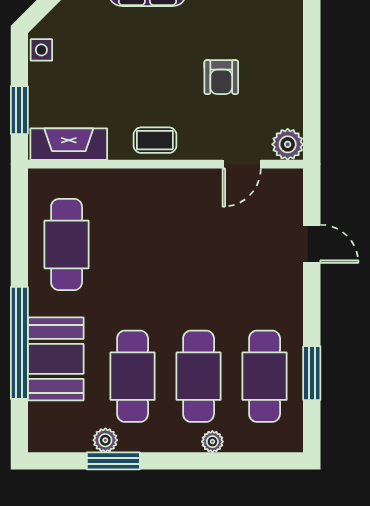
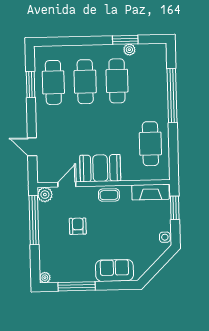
window: (312, 92) -> (34, 220), added
booth: (56, 359) -> (100, 168), moved, turned 90
plant: (212, 442) -> (78, 50), removed

